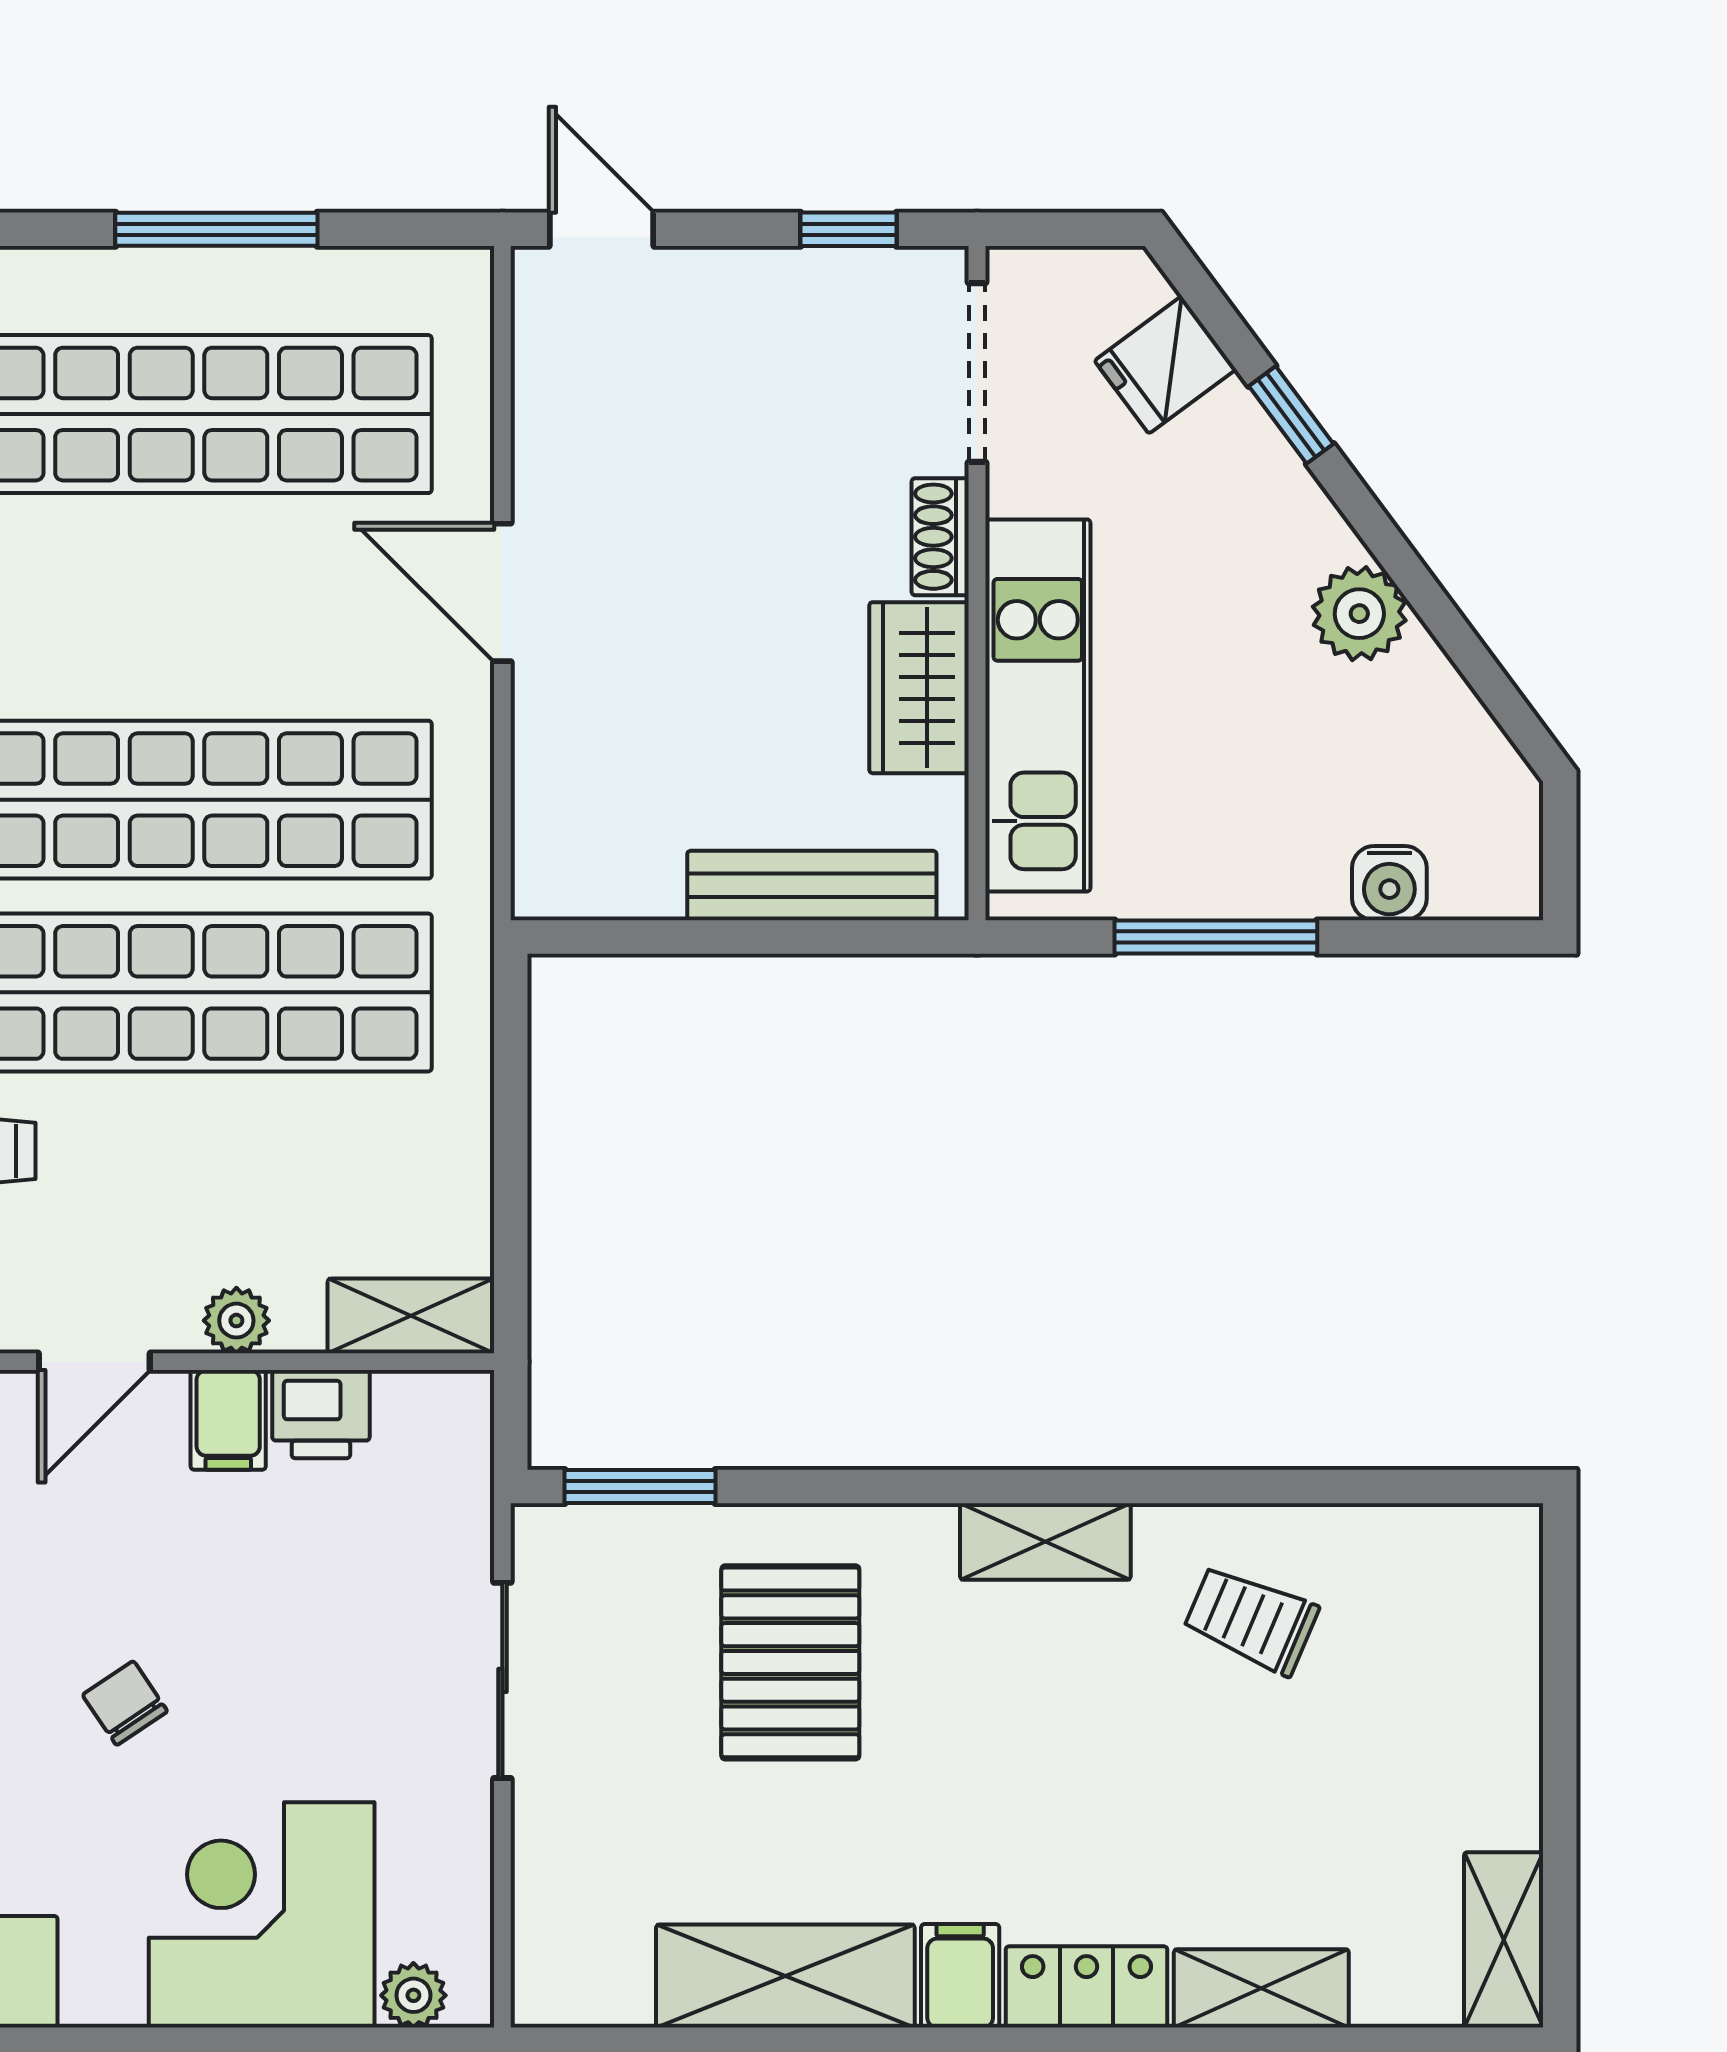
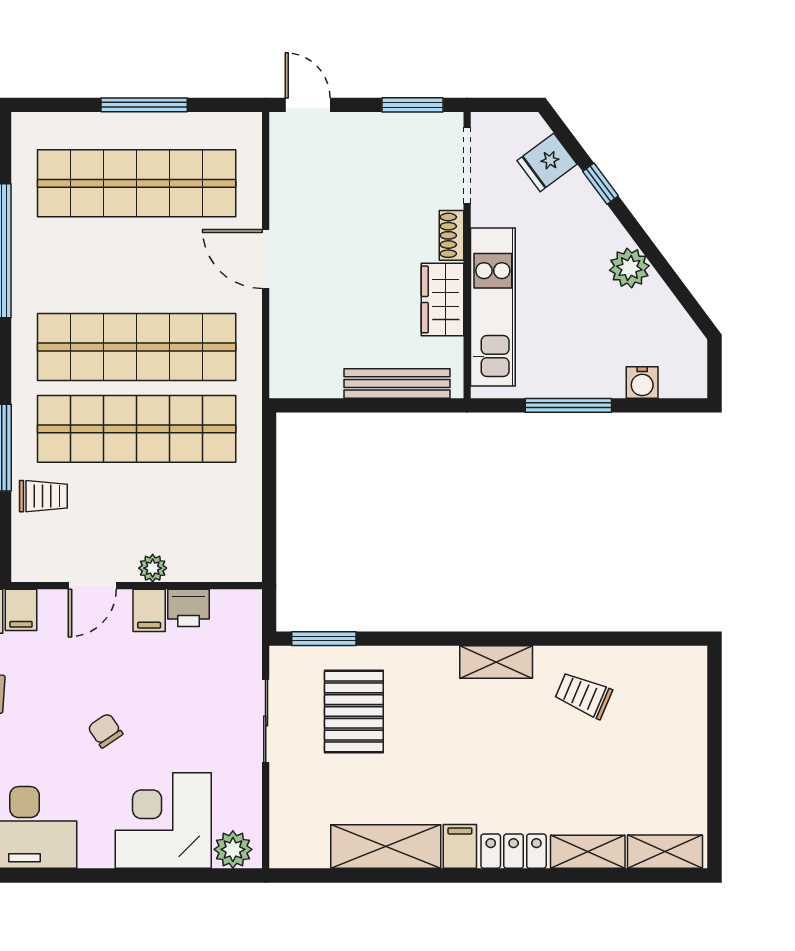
window: (848, 229) -> (412, 105), width x1.50
shelving: (411, 1316) -> (227, 566), removed
pallet: (790, 1662) -> (354, 711), moved
shelving: (1504, 1940) -> (665, 852), moved, turned 90
plant: (413, 1995) -> (233, 849), width x1.38, depth x1.38

